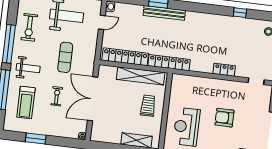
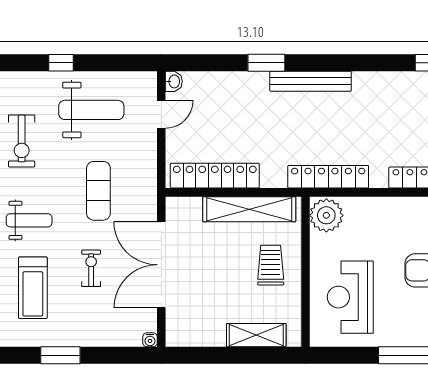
bench: (164, 13) -> (311, 81), moved
locker: (169, 63) -> (328, 177), moved
plant: (179, 84) -> (326, 215), added

